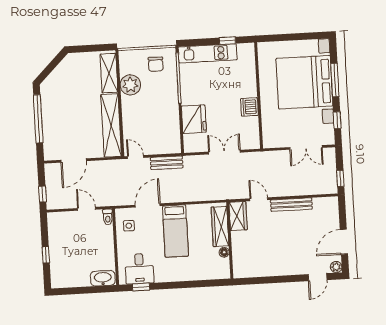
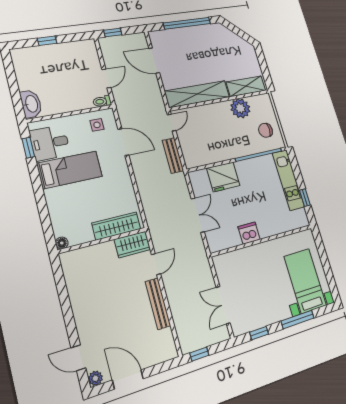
bed with nightstands: (304, 82) -> (305, 281), width x0.54
bed: (175, 231) -> (70, 170), moved, turned 180
floor lamp: (224, 252) -> (62, 243), moved

